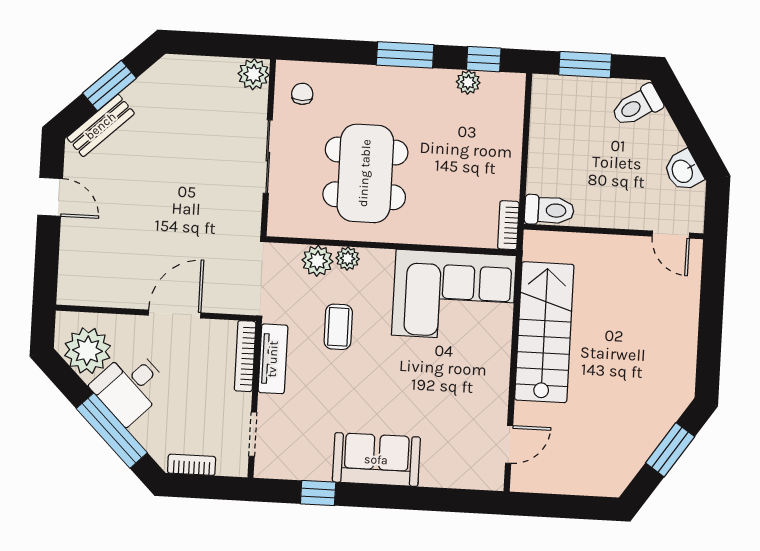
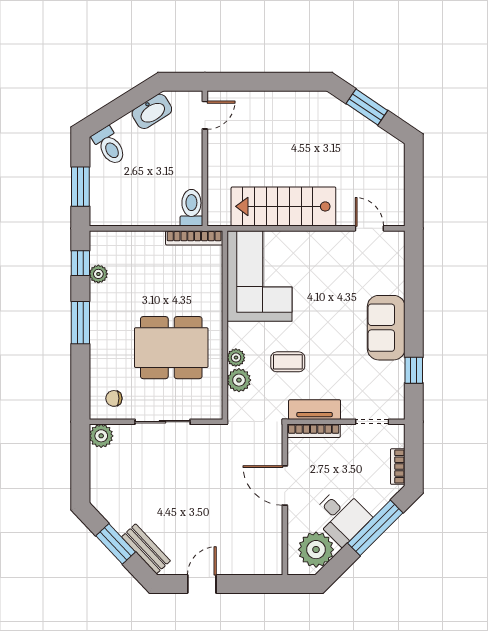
washbasin: (683, 171) -> (152, 111), width x1.38
bookcase: (508, 225) -> (194, 238), width x1.56

